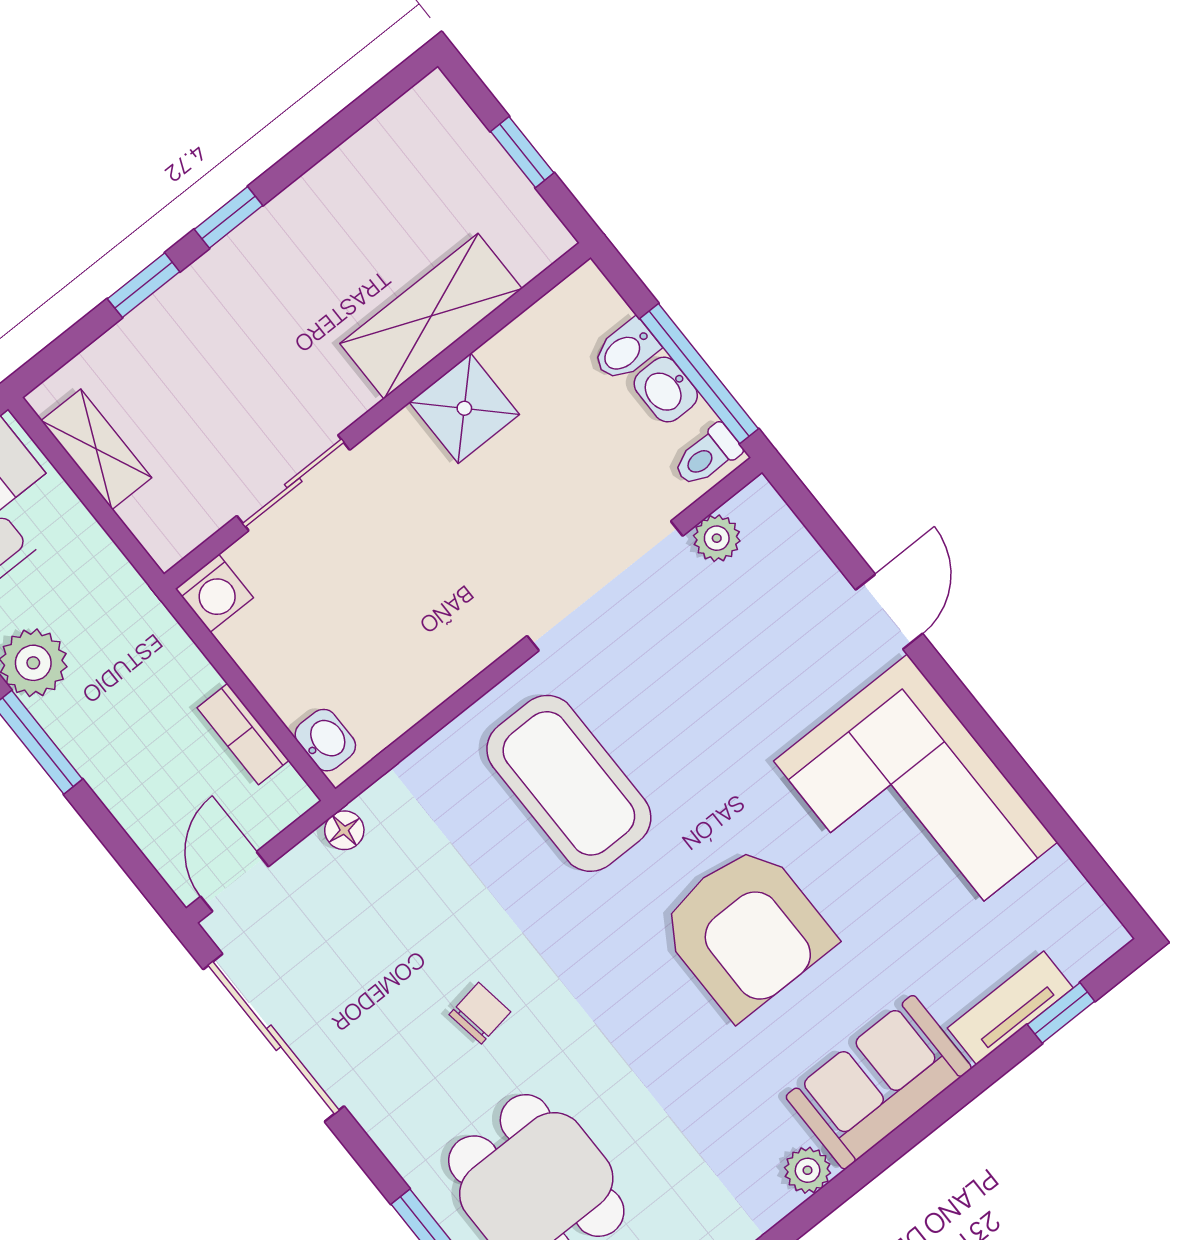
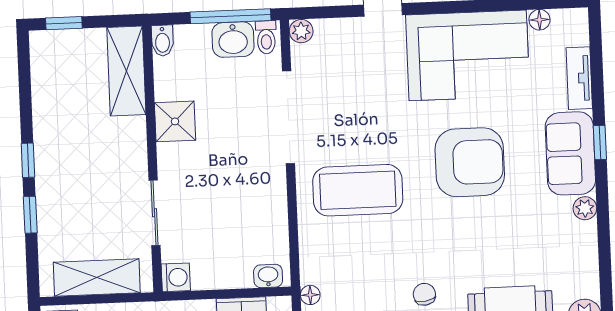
window: (522, 152) -> (64, 23), moved
shelving: (431, 316) -> (126, 71), moved
bidet: (626, 350) -> (162, 41), moved
washbasin: (666, 390) -> (233, 40), width x1.38, depth x1.45
shelving: (96, 449) -> (97, 278), width x1.50, depth x1.33
plant: (717, 538) -> (301, 31), moved
floor lamp: (1057, 875) -> (539, 20), added
window: (1061, 1013) -> (600, 142), moved

